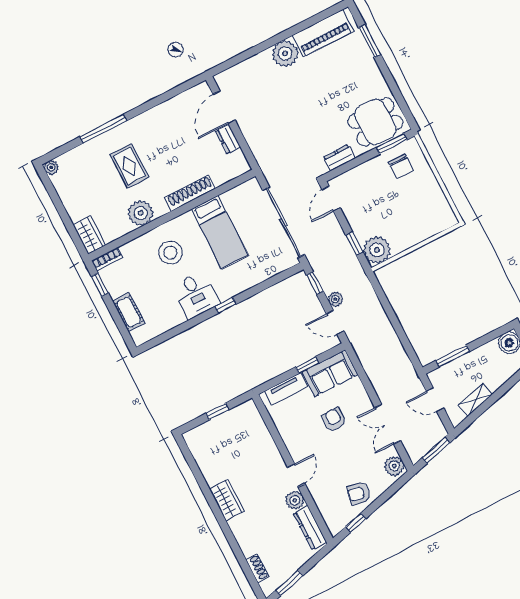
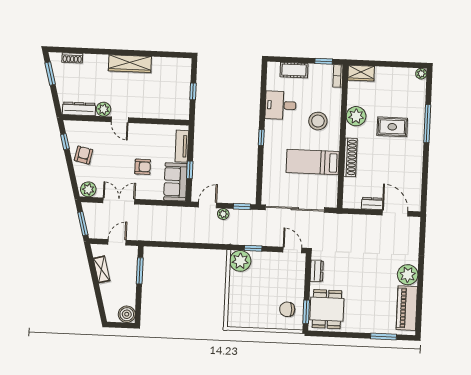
desk: (196, 295) -> (281, 105), moved
wardrobe: (227, 500) -> (130, 64), width x1.50

